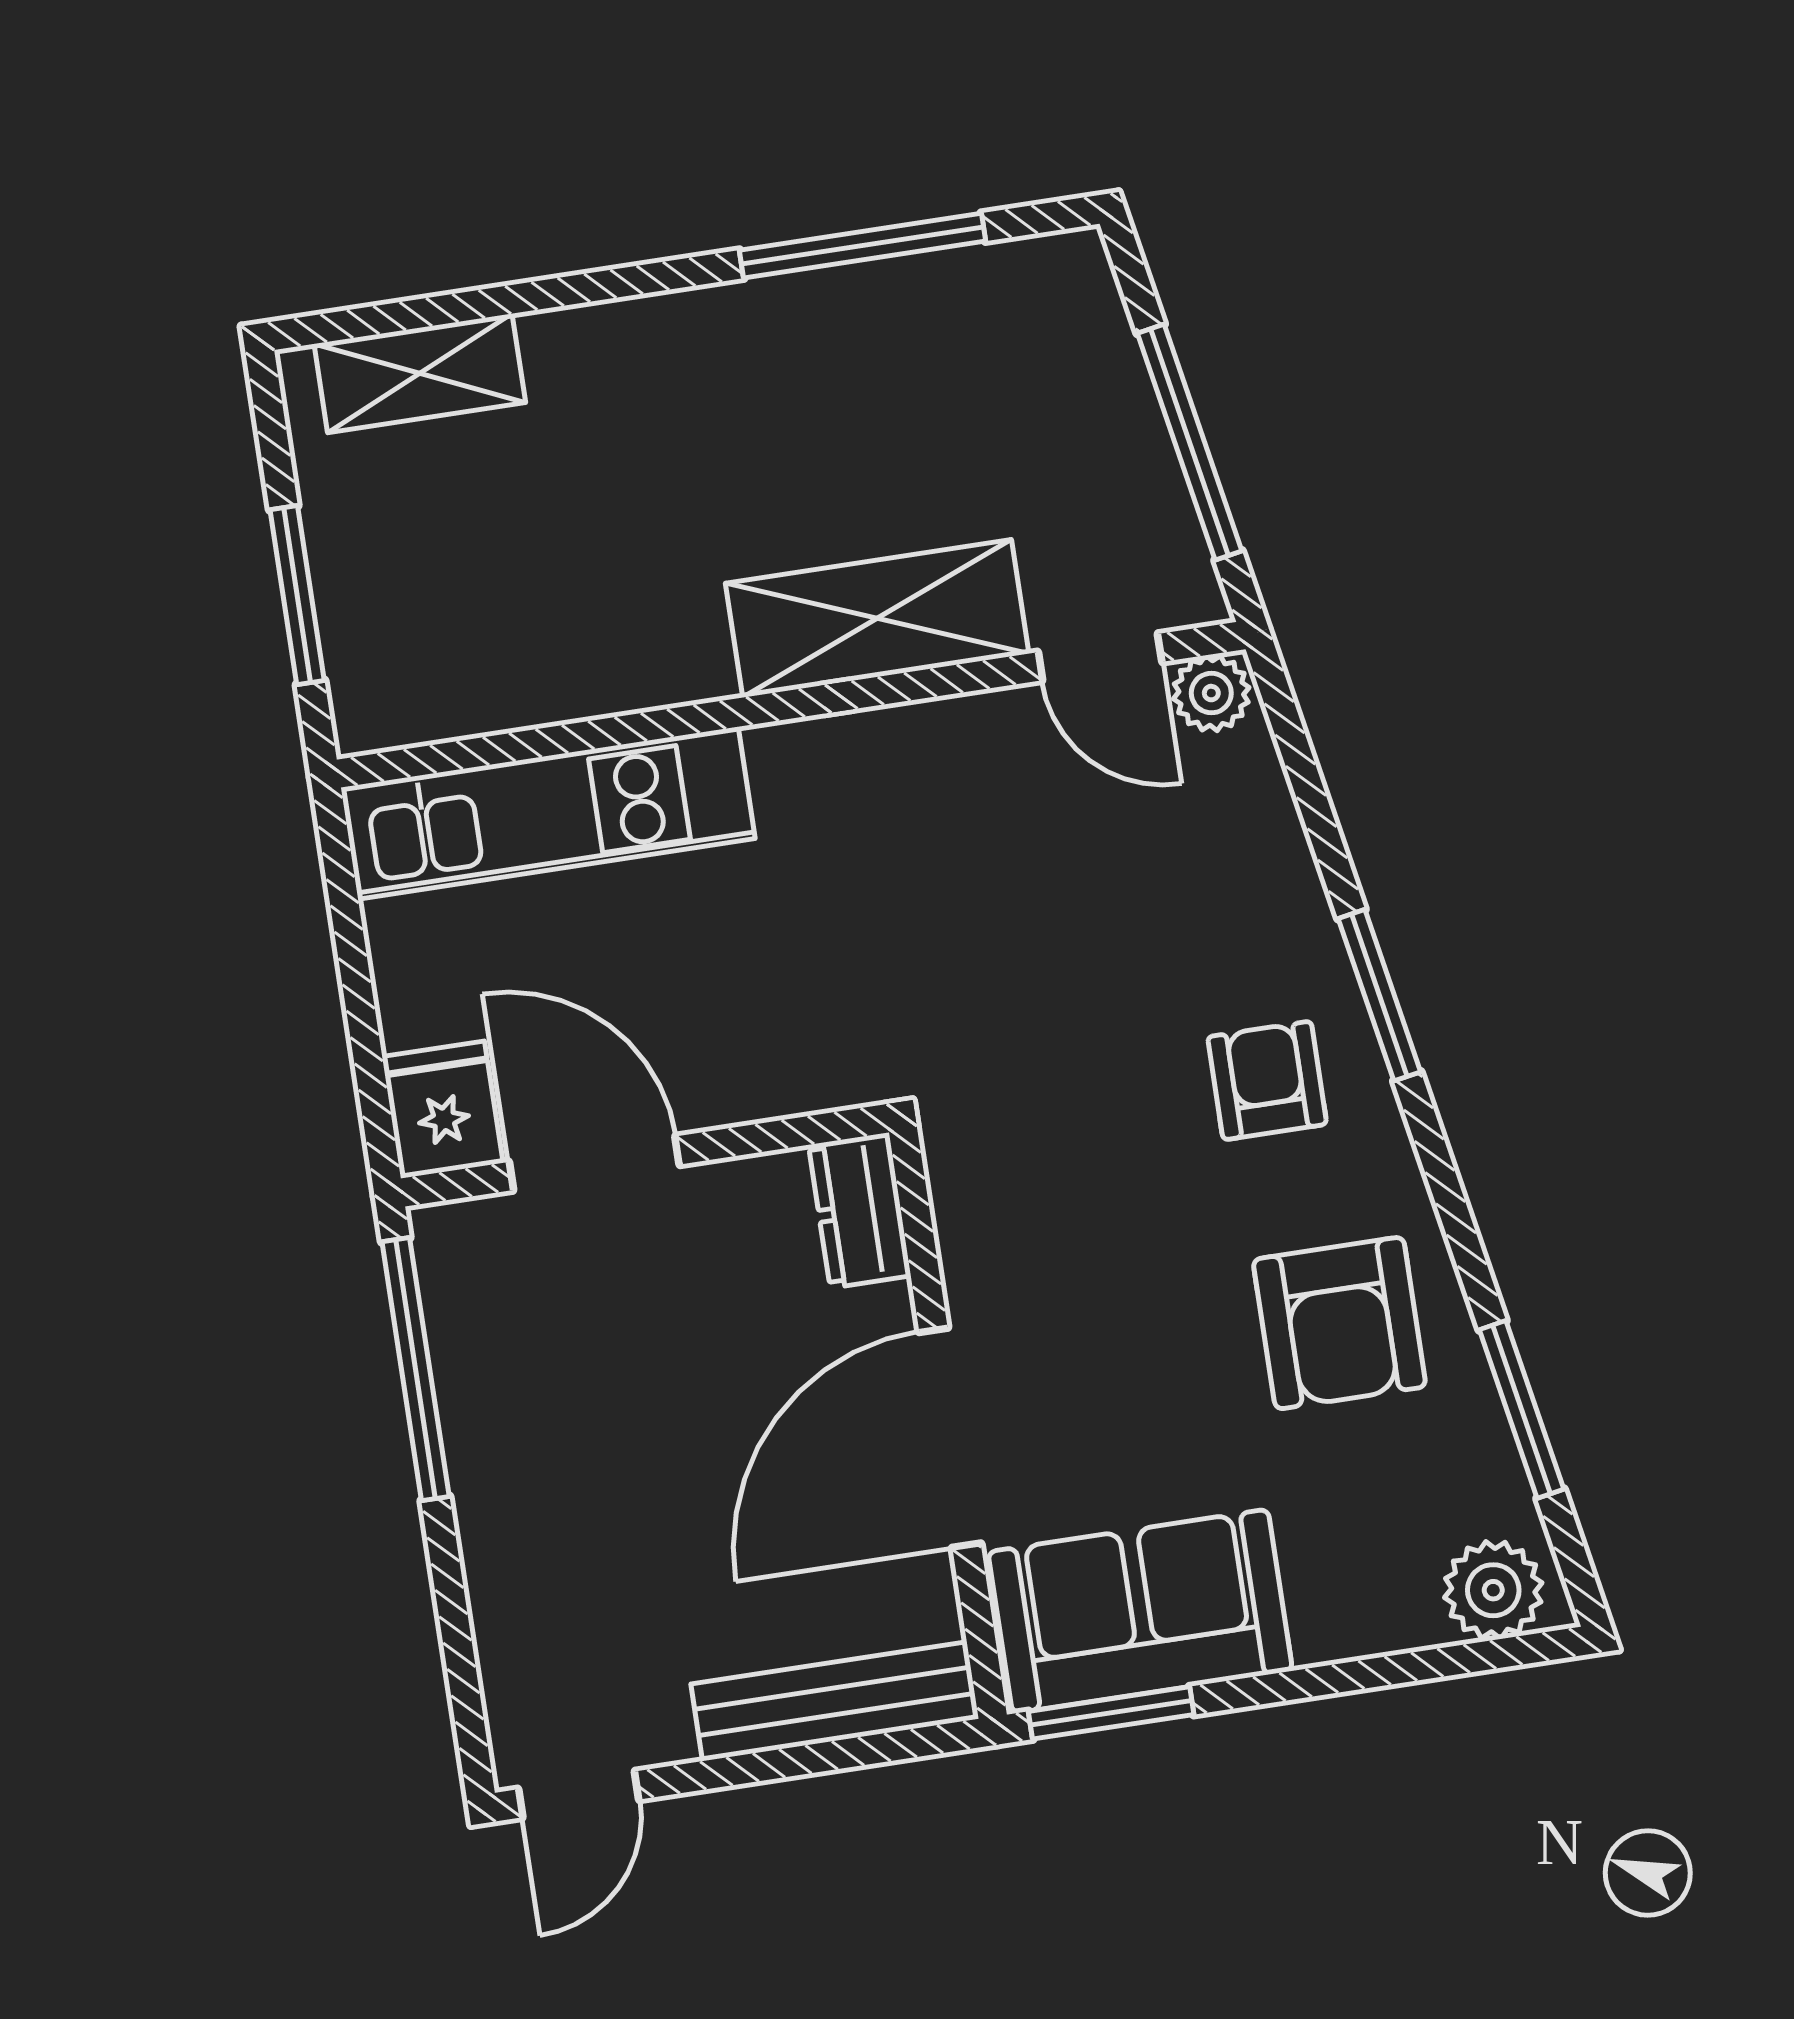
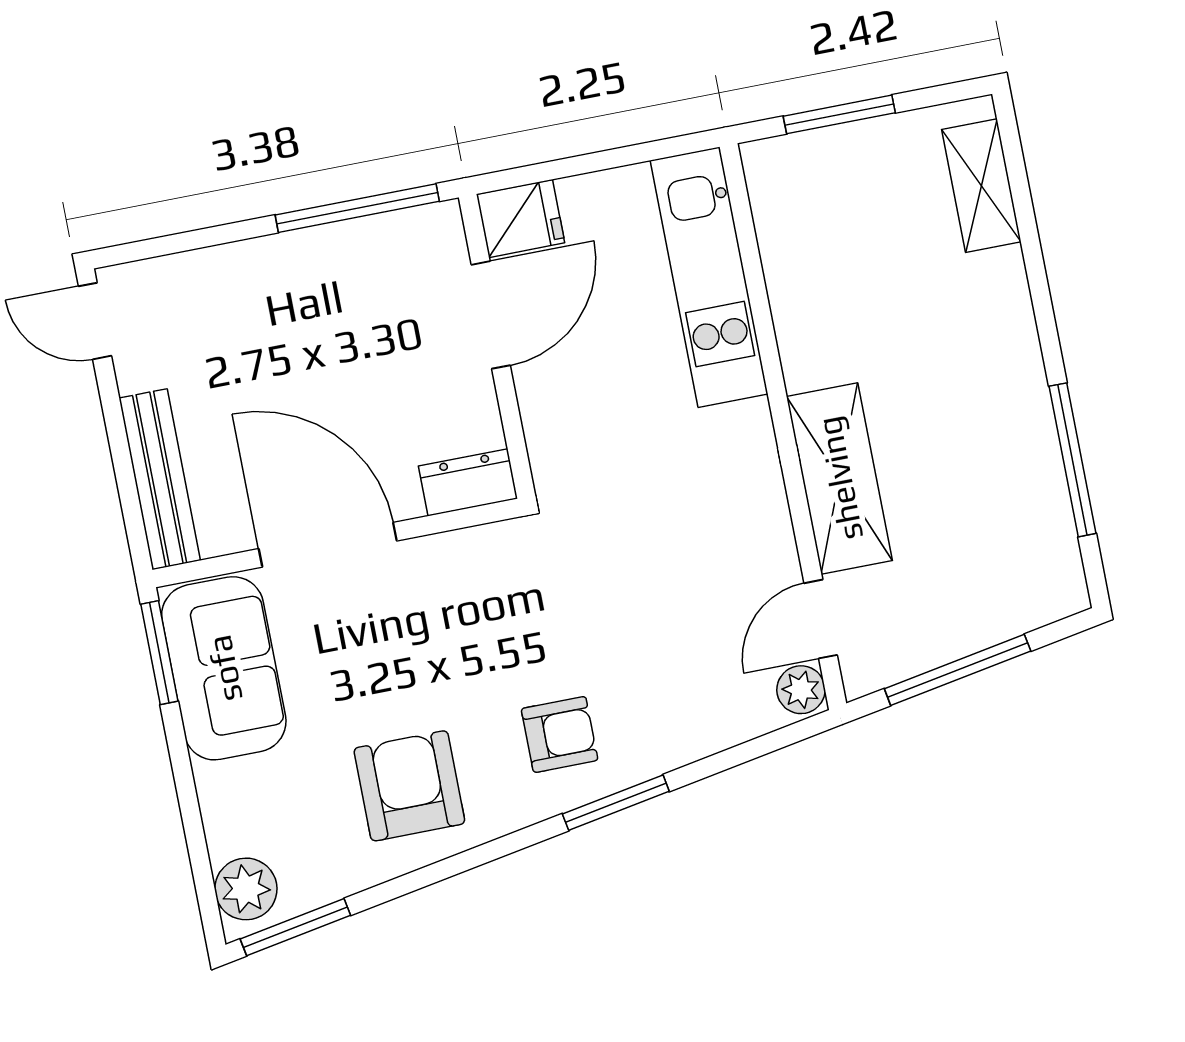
armchair: (1339, 1323) -> (409, 786), turned 90
window: (1522, 1409) -> (295, 927), moved

